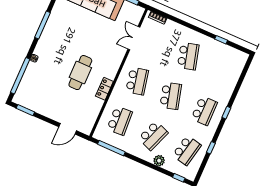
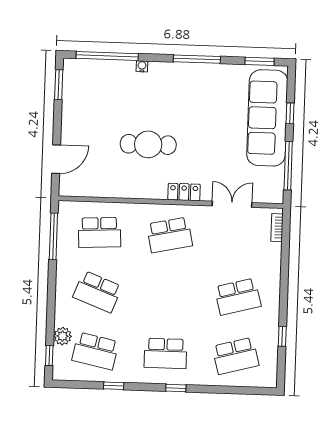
locker: (104, 89) -> (184, 192), moved
school desk: (171, 96) -> (236, 356), moved
door: (68, 129) -> (56, 159), swing flipped
plant: (159, 161) -> (63, 336), moved

